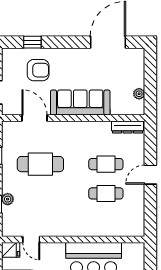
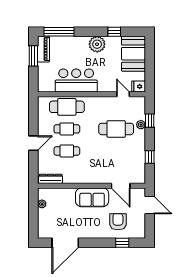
armchair: (38, 70) -> (118, 222), turned 90
sofa: (80, 102) -> (92, 197), width x0.73
cafe table: (40, 164) -> (116, 129), moved
cafe table: (106, 223) -> (67, 107), added

